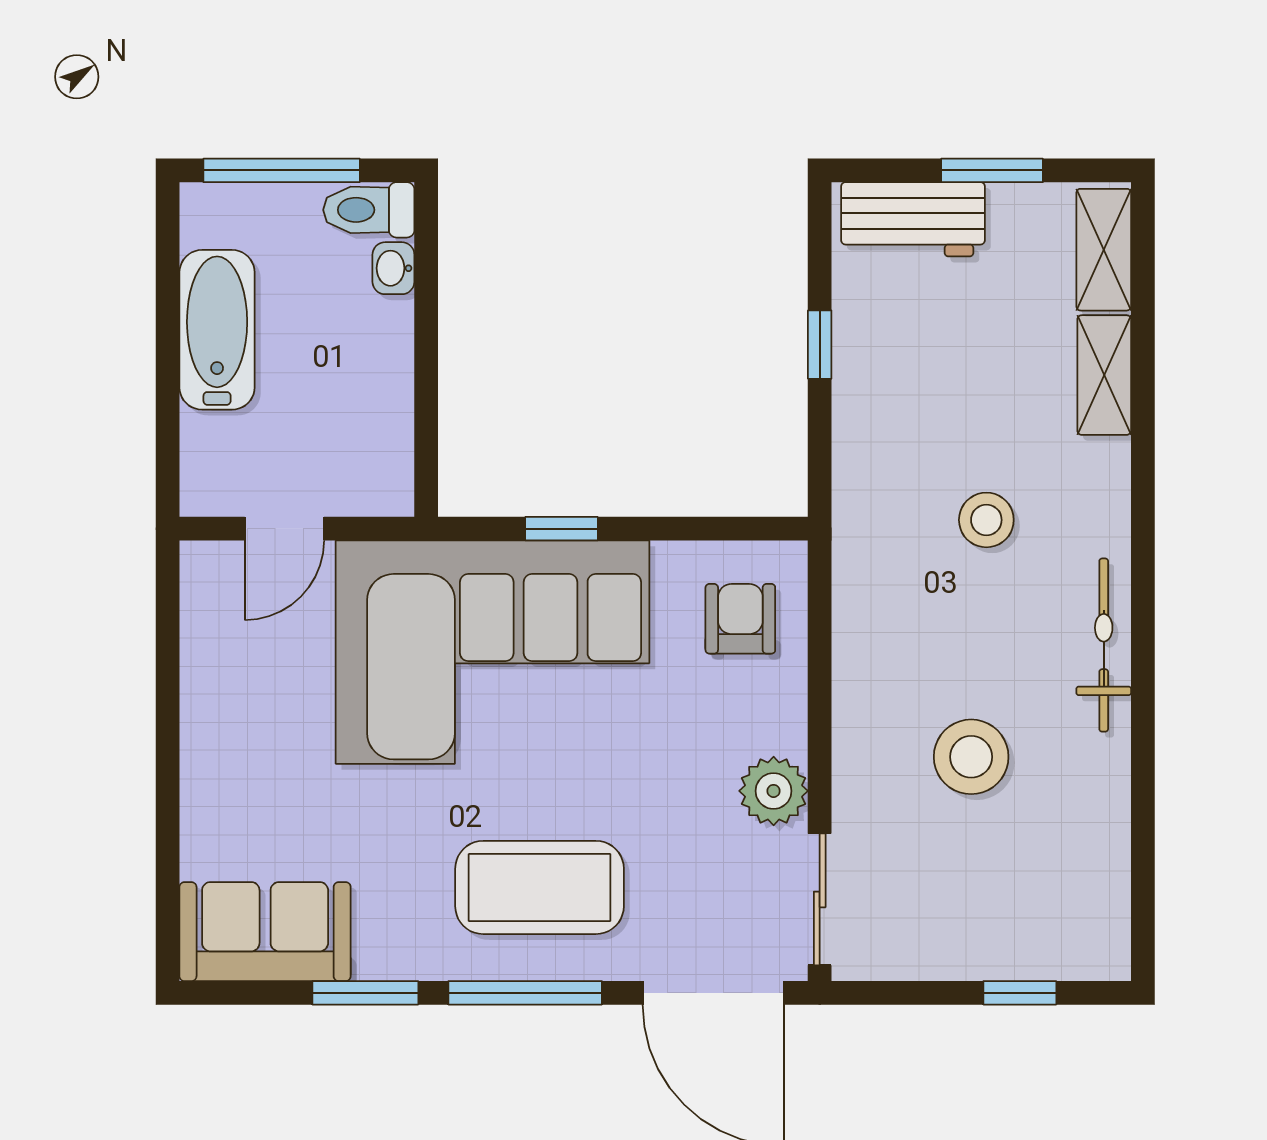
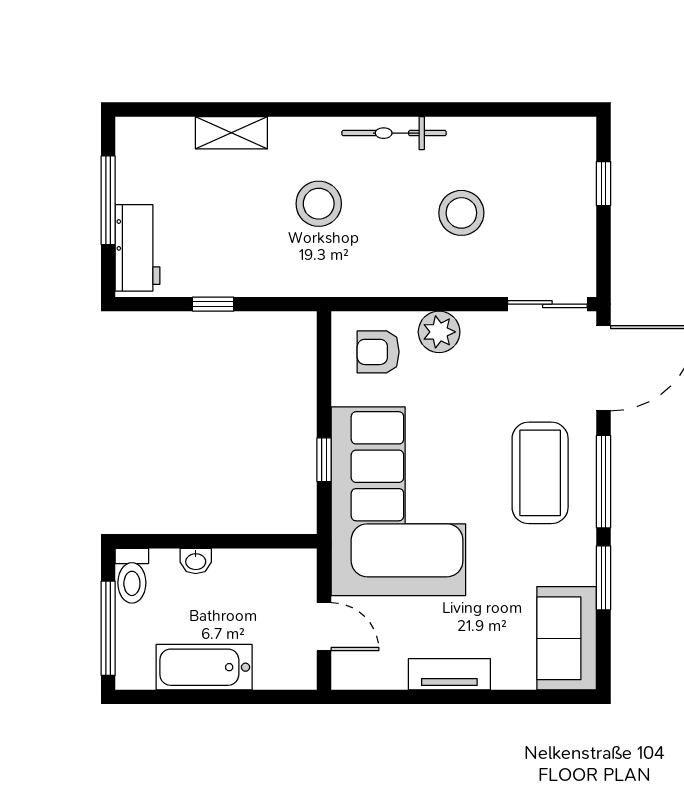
window: (992, 170) -> (108, 200), width x1.44
shelving: (1104, 250) -> (156, 133), removed
washbasin: (393, 268) -> (196, 561), moved
stool: (986, 520) -> (319, 204), width x1.38, depth x1.38
tv unit: (205, 737) -> (449, 674), added
plant: (774, 791) -> (439, 332), moved

